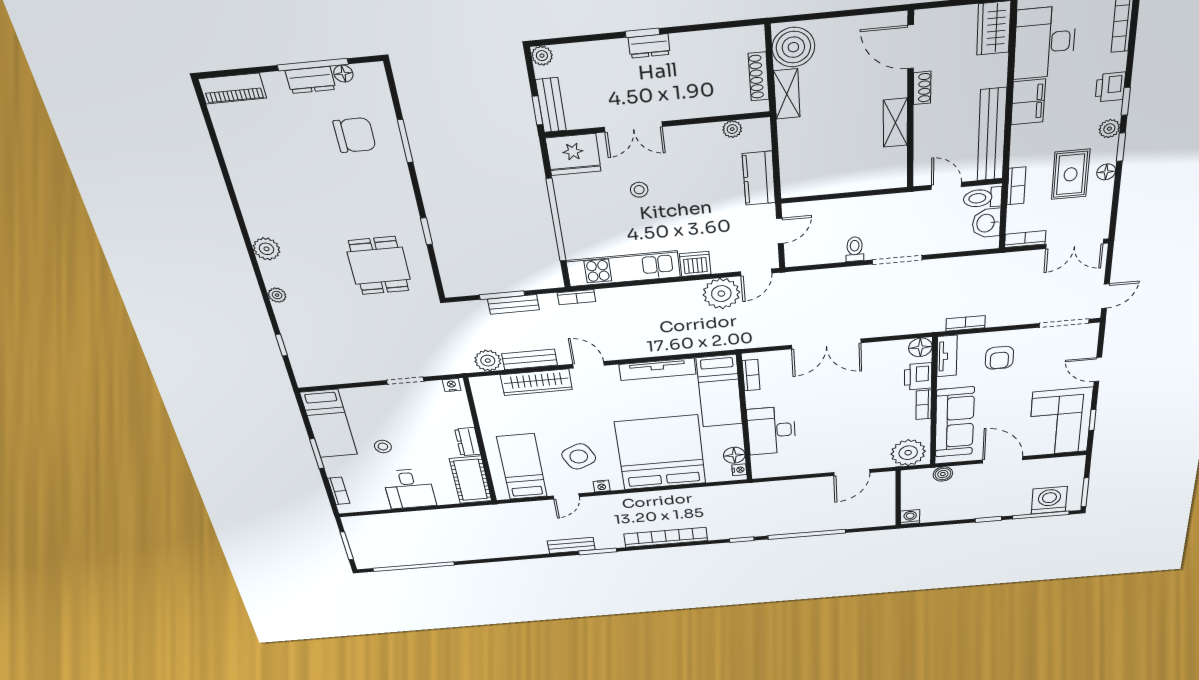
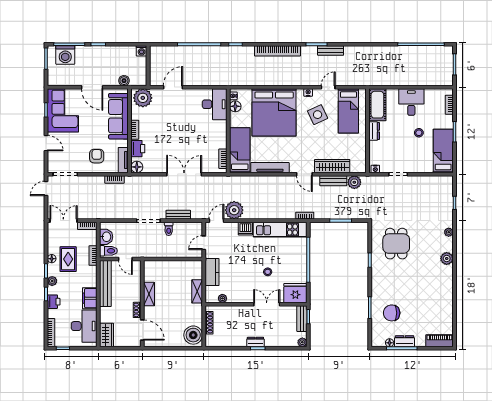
shelving: (787, 94) -> (197, 291), moved
bench: (513, 304) -> (178, 215), moved
desk: (771, 431) -> (215, 104), moved

